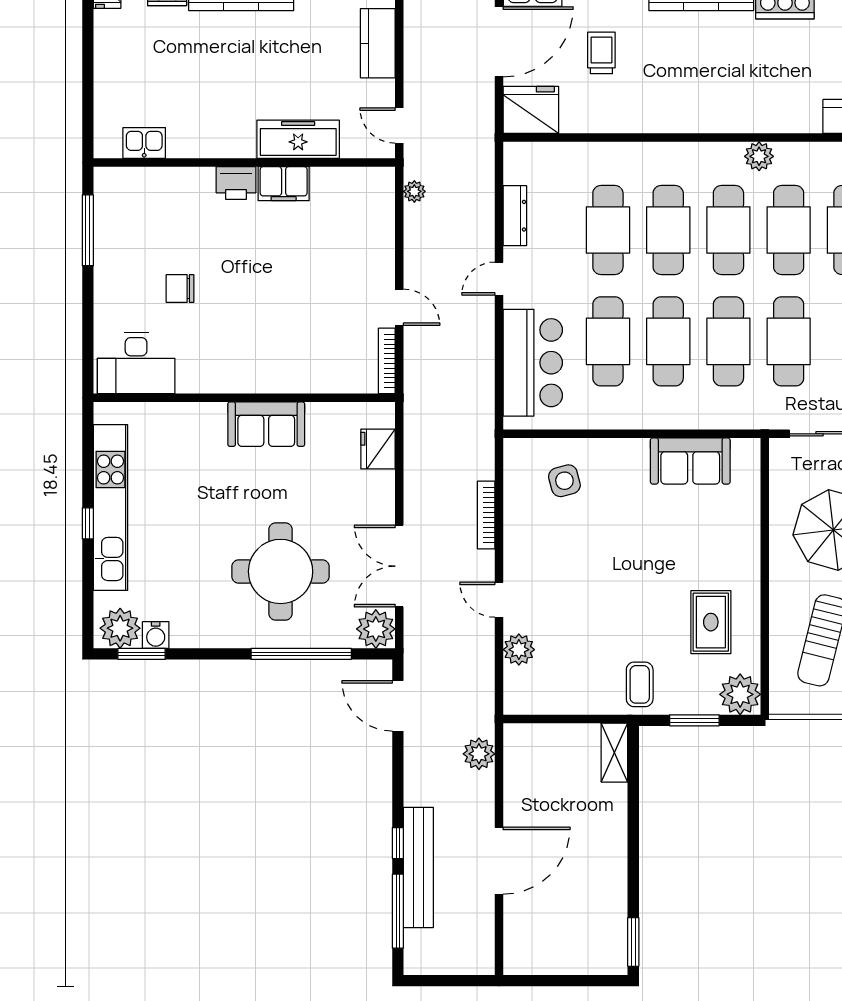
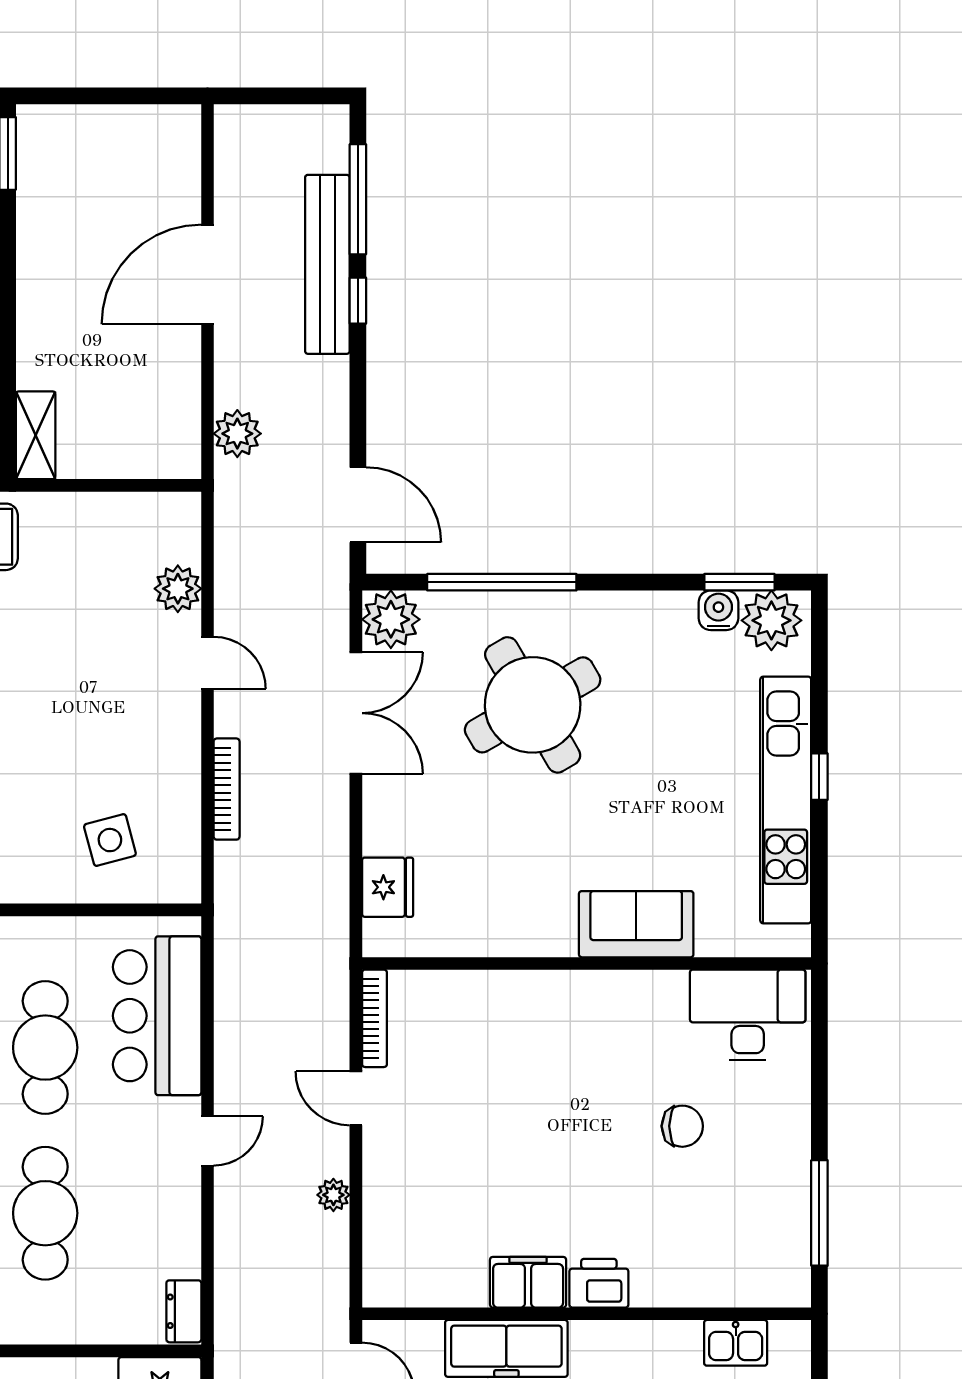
plant: (414, 191) -> (333, 1195), moved
dresser: (515, 216) -> (184, 1311), moved, width x0.70
sofa: (266, 424) -> (636, 924), moved
round table: (281, 571) -> (533, 705), turned -30

